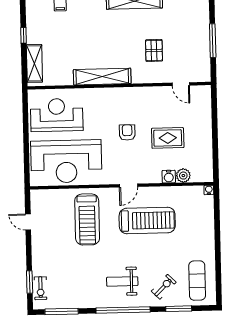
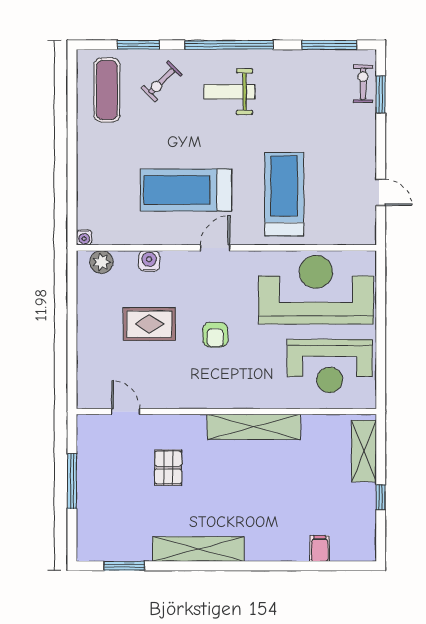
plant: (183, 176) -> (101, 262), moved
weight bench: (122, 281) -> (229, 92), turned 180

